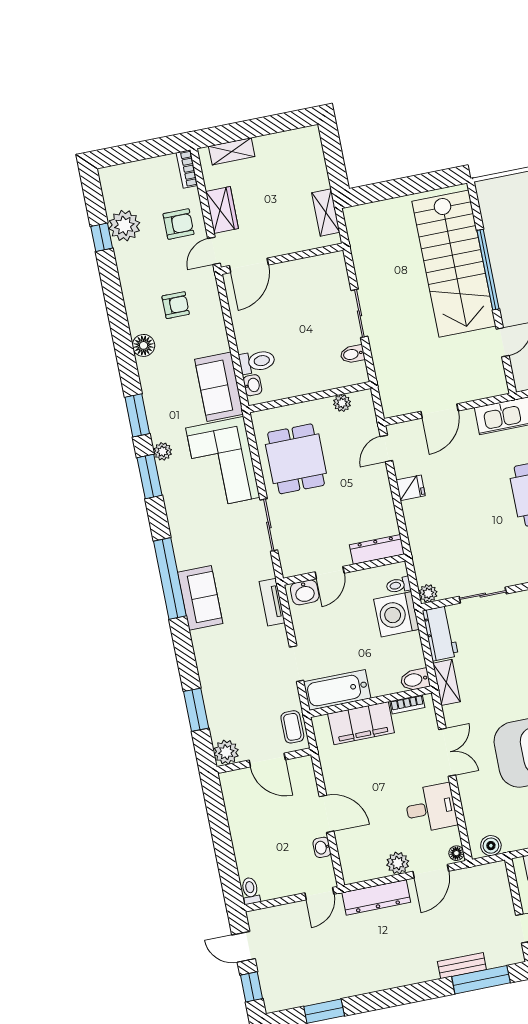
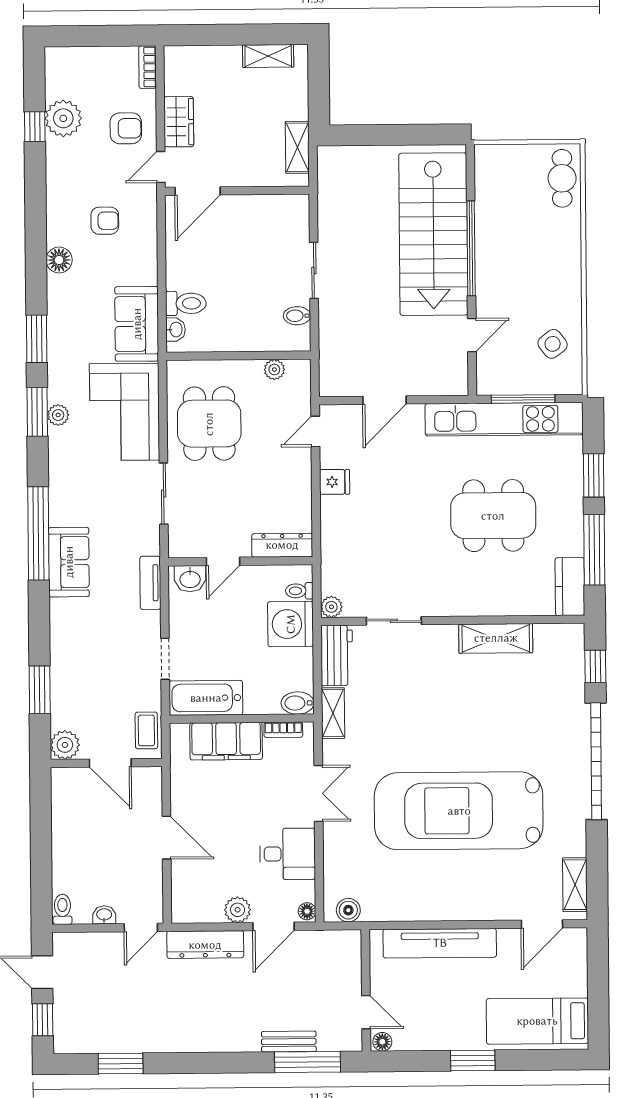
shelving: (232, 151) -> (268, 56), moved
plant: (163, 451) -> (58, 415), moved
washbasin: (322, 847) -> (104, 915), moved, turned 90

